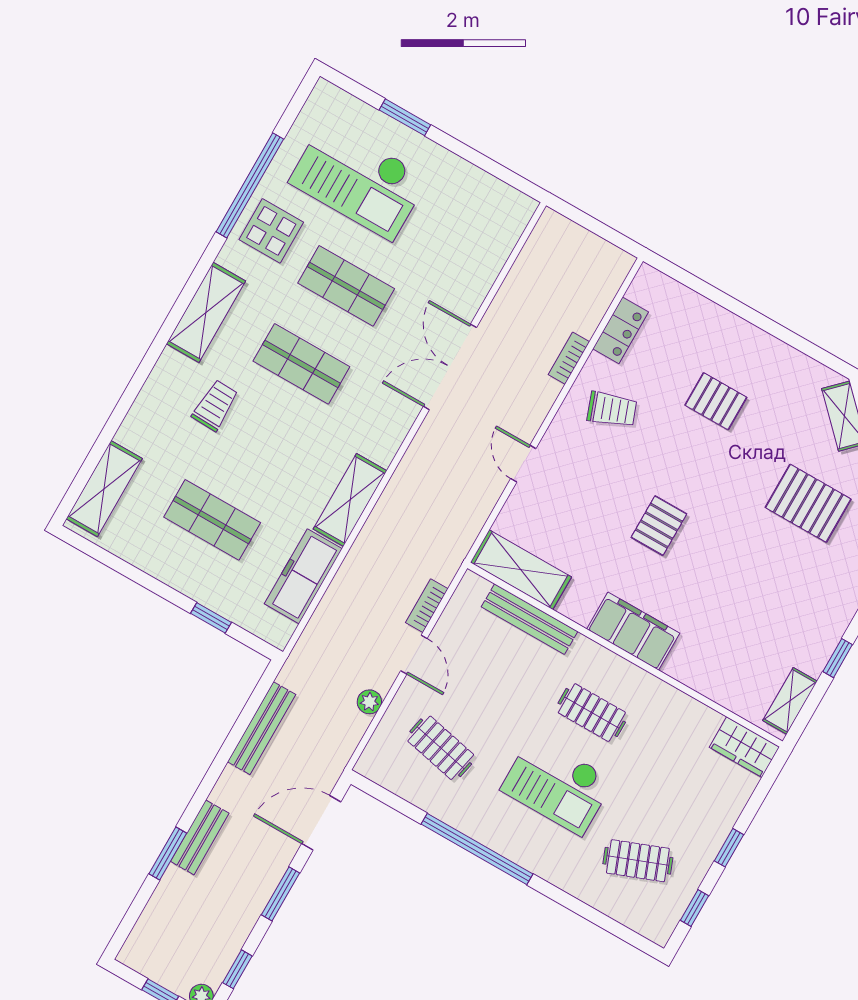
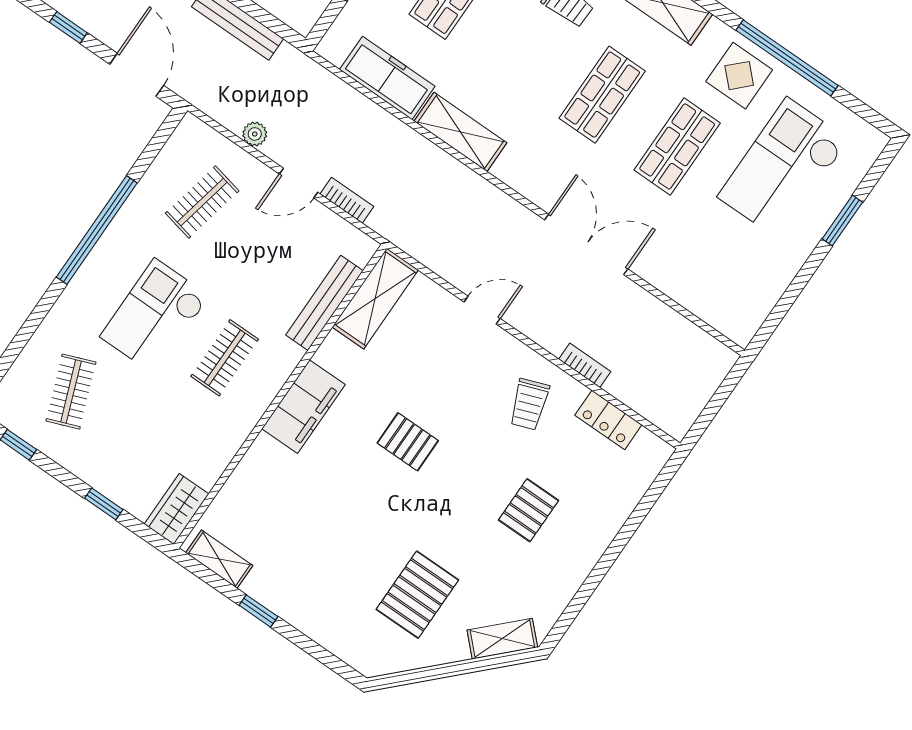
window: (729, 848) -> (104, 504), moved
window: (281, 894) -> (68, 27), width x0.67

